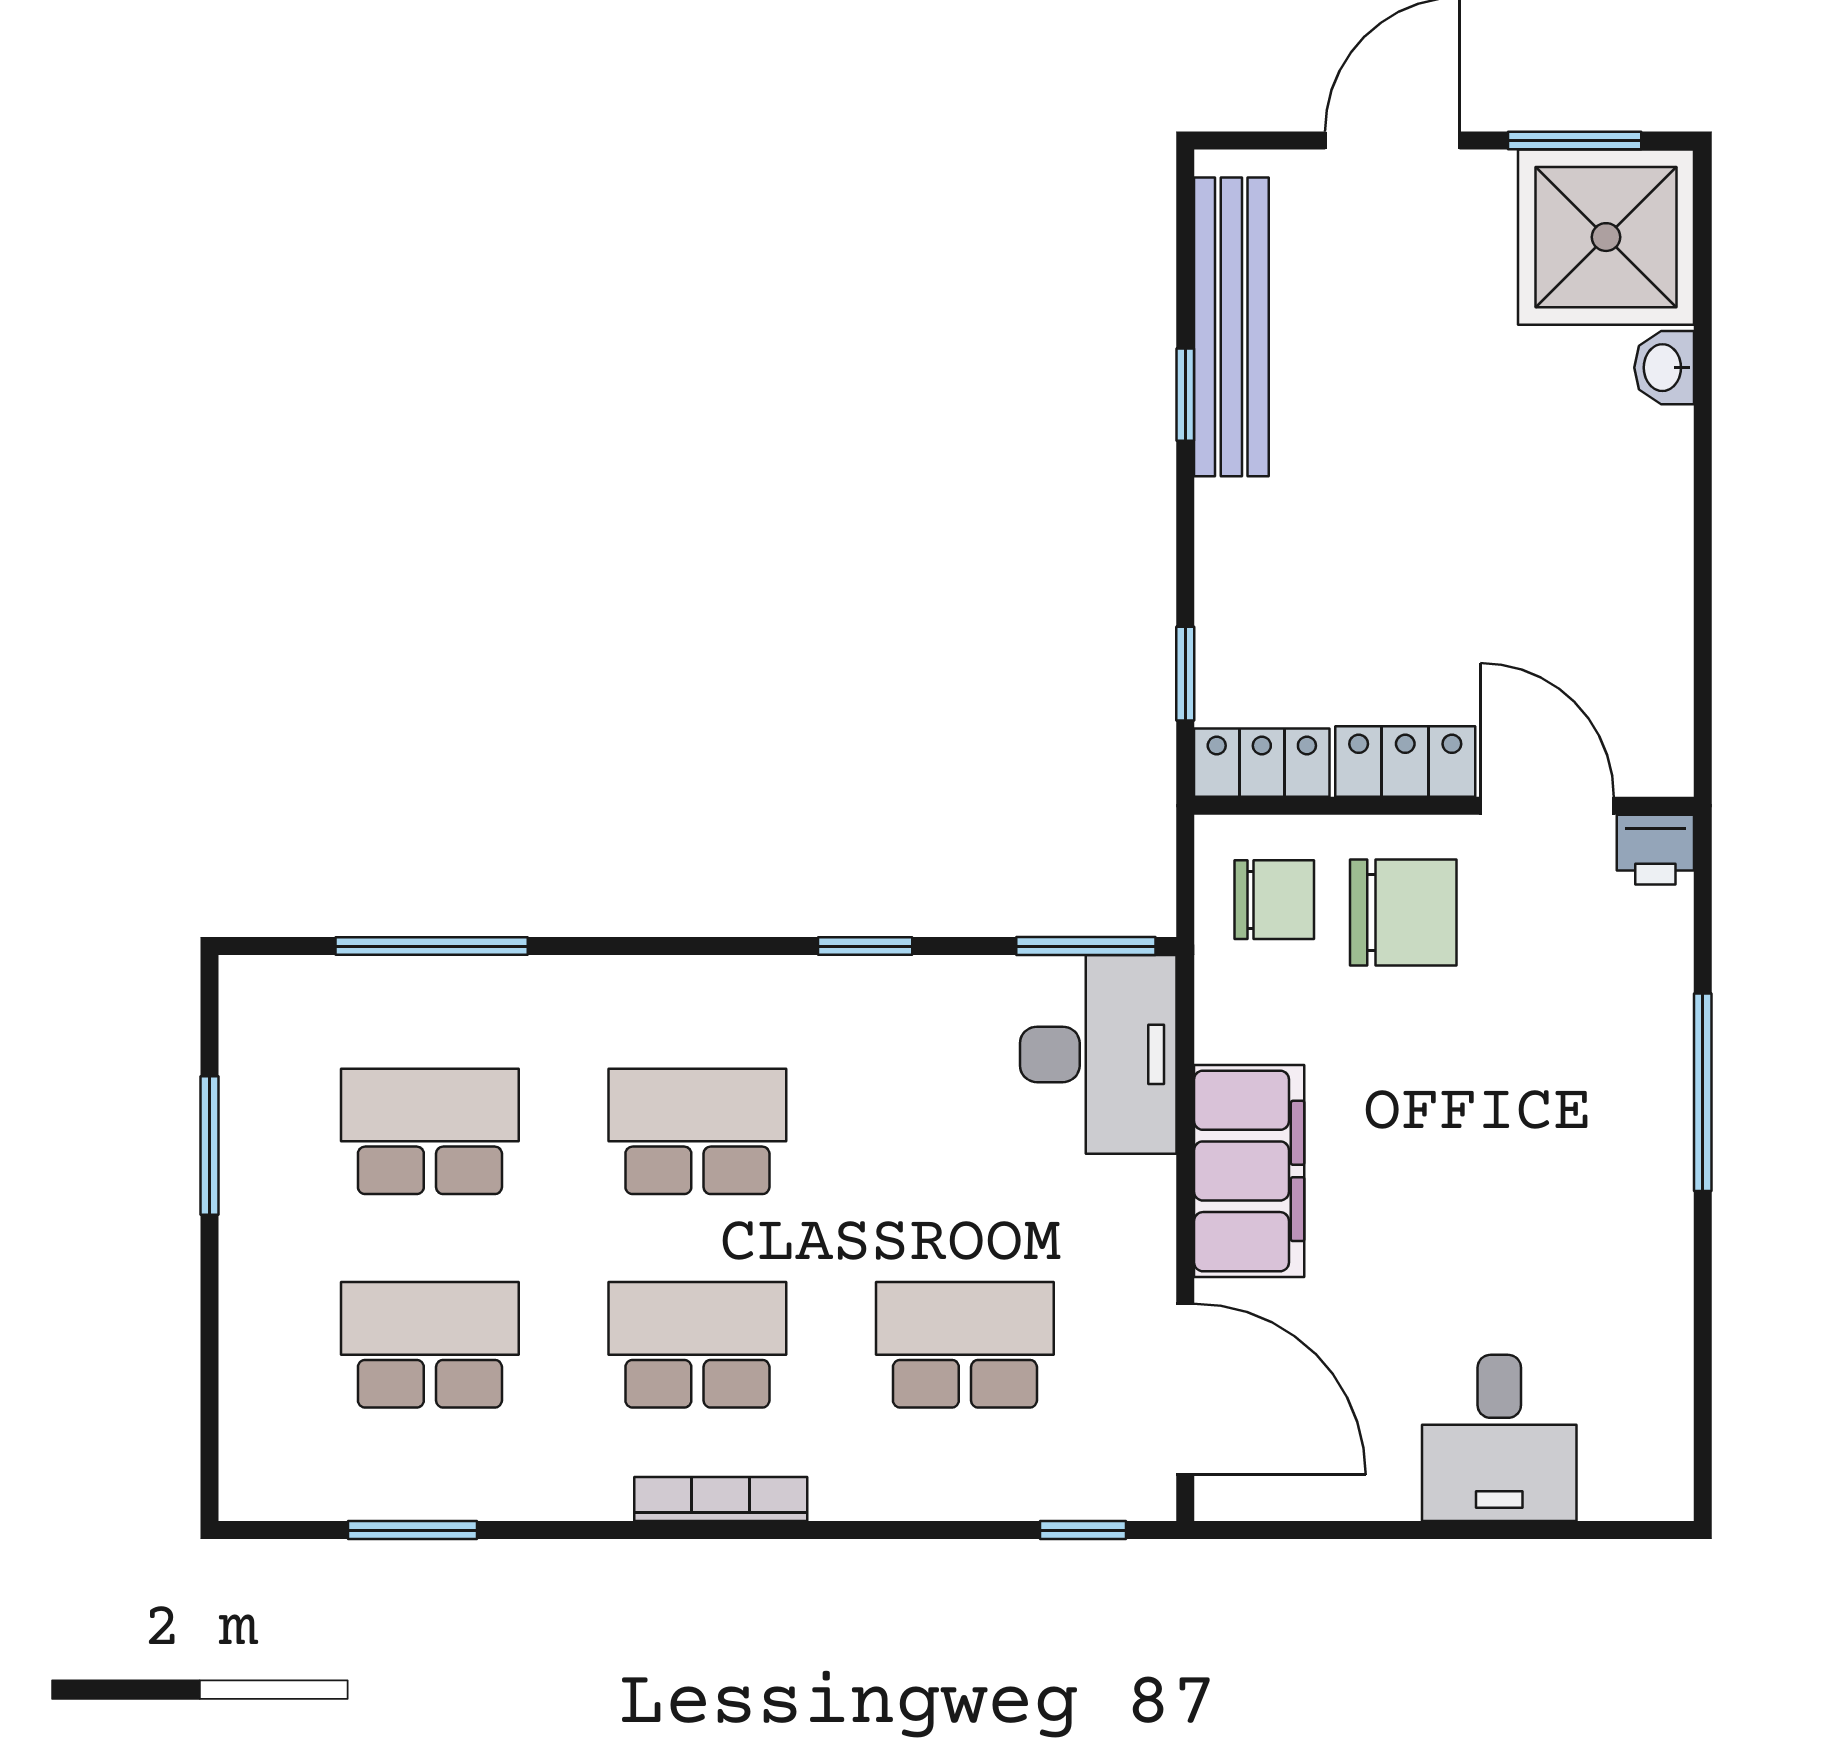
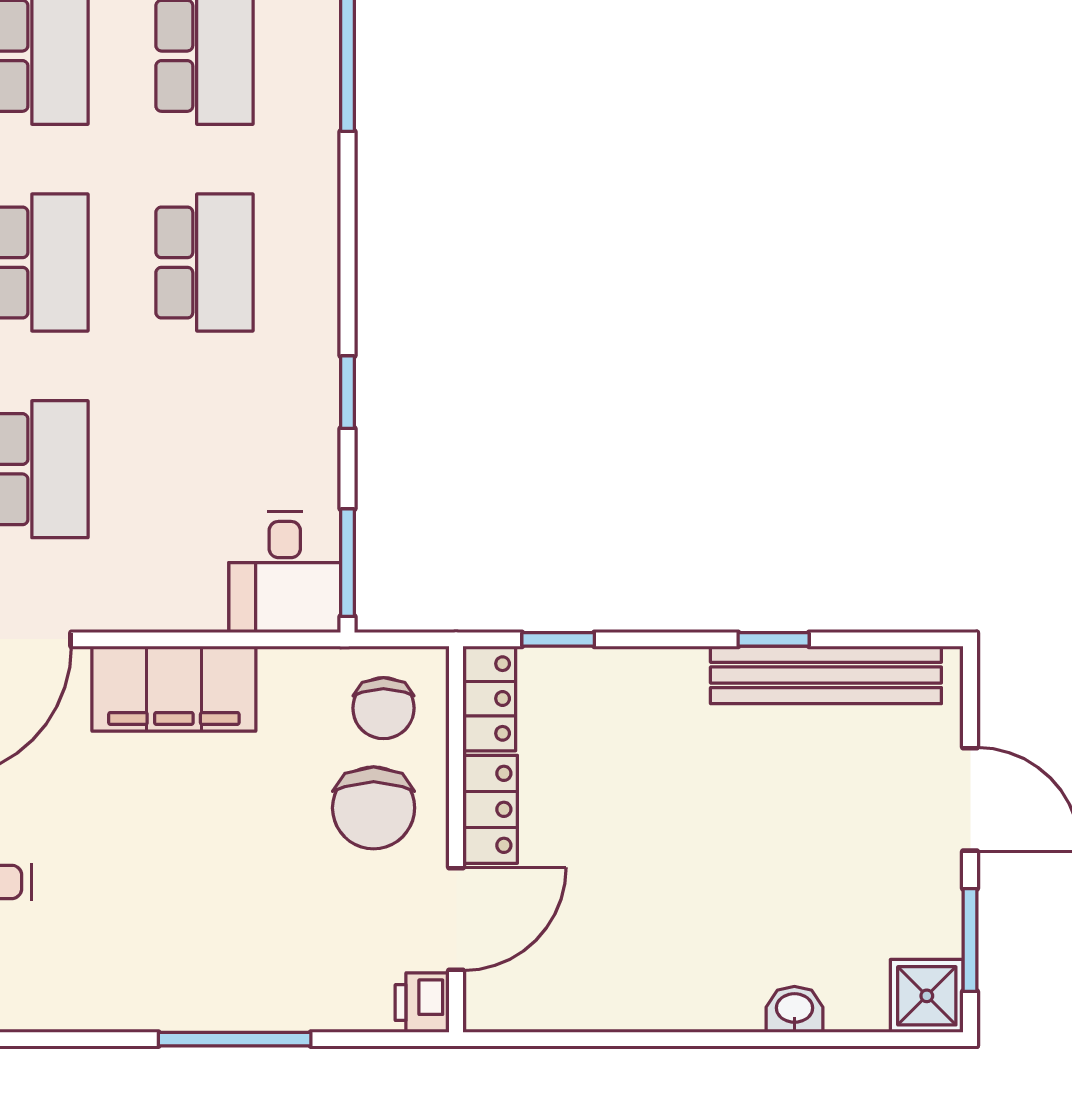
shower: (1606, 237) -> (927, 996), width x0.54, depth x0.54
desk: (1098, 1054) -> (285, 572), width x0.73

